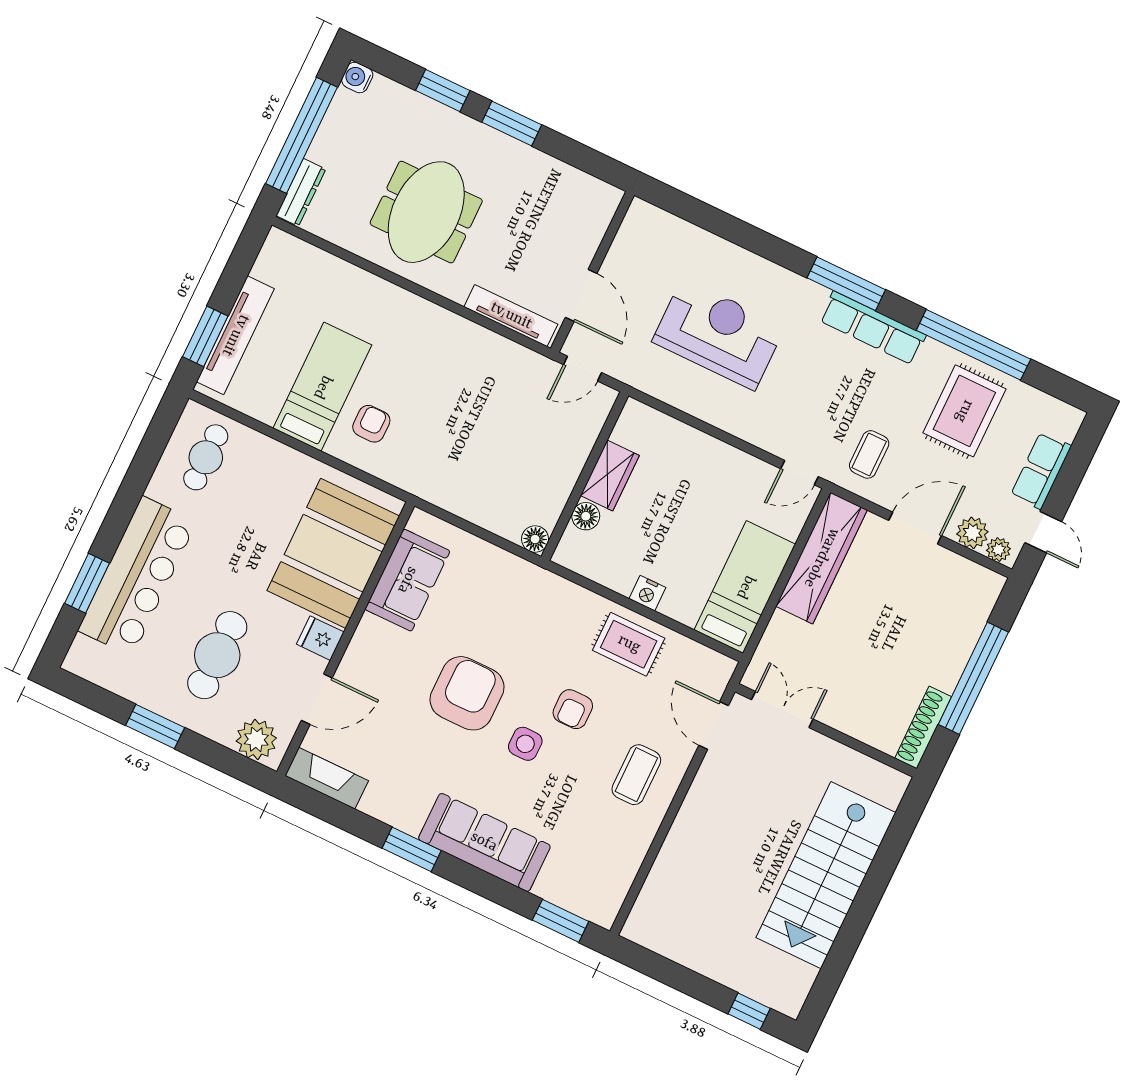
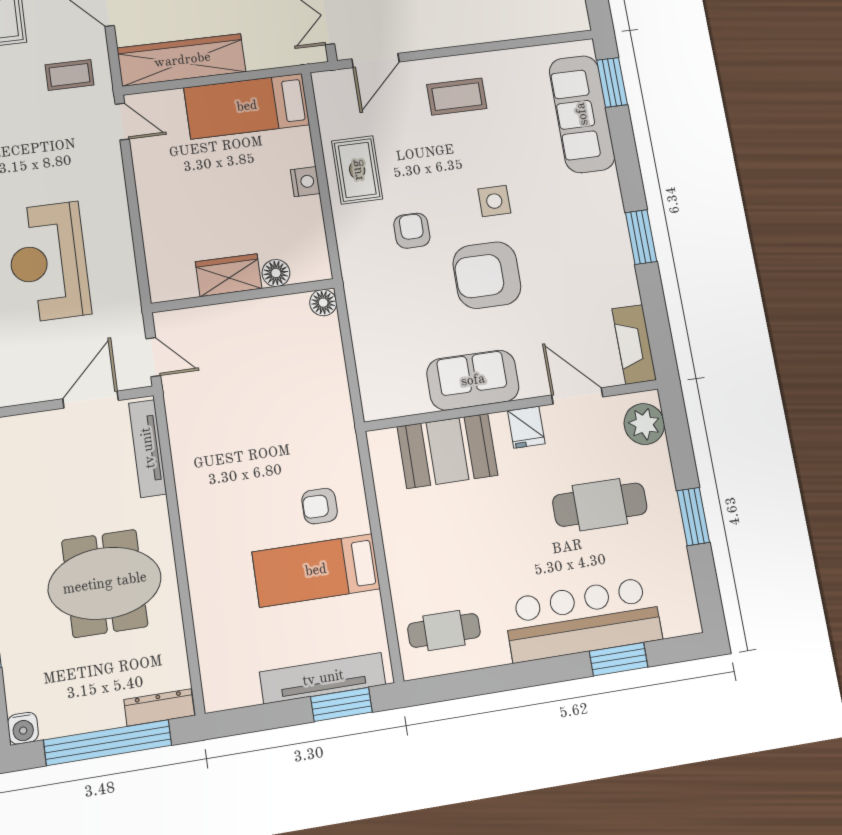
booth: (333, 553) -> (448, 451), width x0.73, depth x0.70
sofa: (407, 580) -> (473, 380), moved
armchair: (573, 709) -> (412, 231), moved, turned -90
sofa: (484, 842) -> (582, 114), moved

